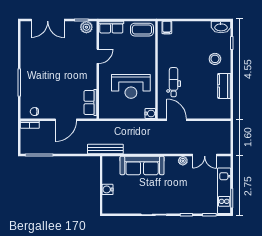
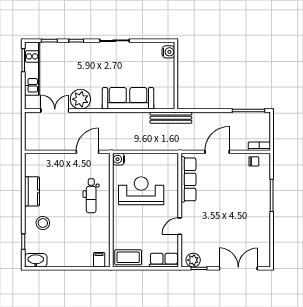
row of seats: (90, 102) -> (188, 179), width x1.48
door: (177, 120) -> (88, 152), swing flipped
plant: (183, 161) -> (80, 99), width x1.87, depth x1.87
water cooler: (108, 189) -> (168, 52), moved

